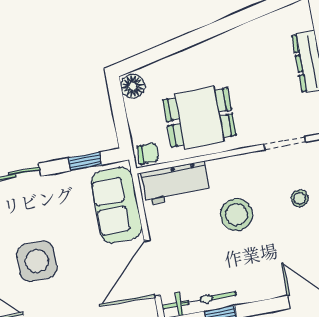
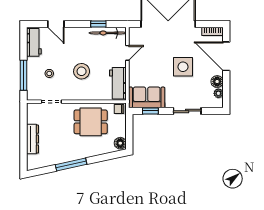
window: (223, 26) -> (71, 164), added
workbench: (175, 183) -> (118, 83), moved, turned -90
sofa: (116, 205) -> (147, 97), moved, turned -90
door: (152, 268) -> (127, 53), width x0.53

